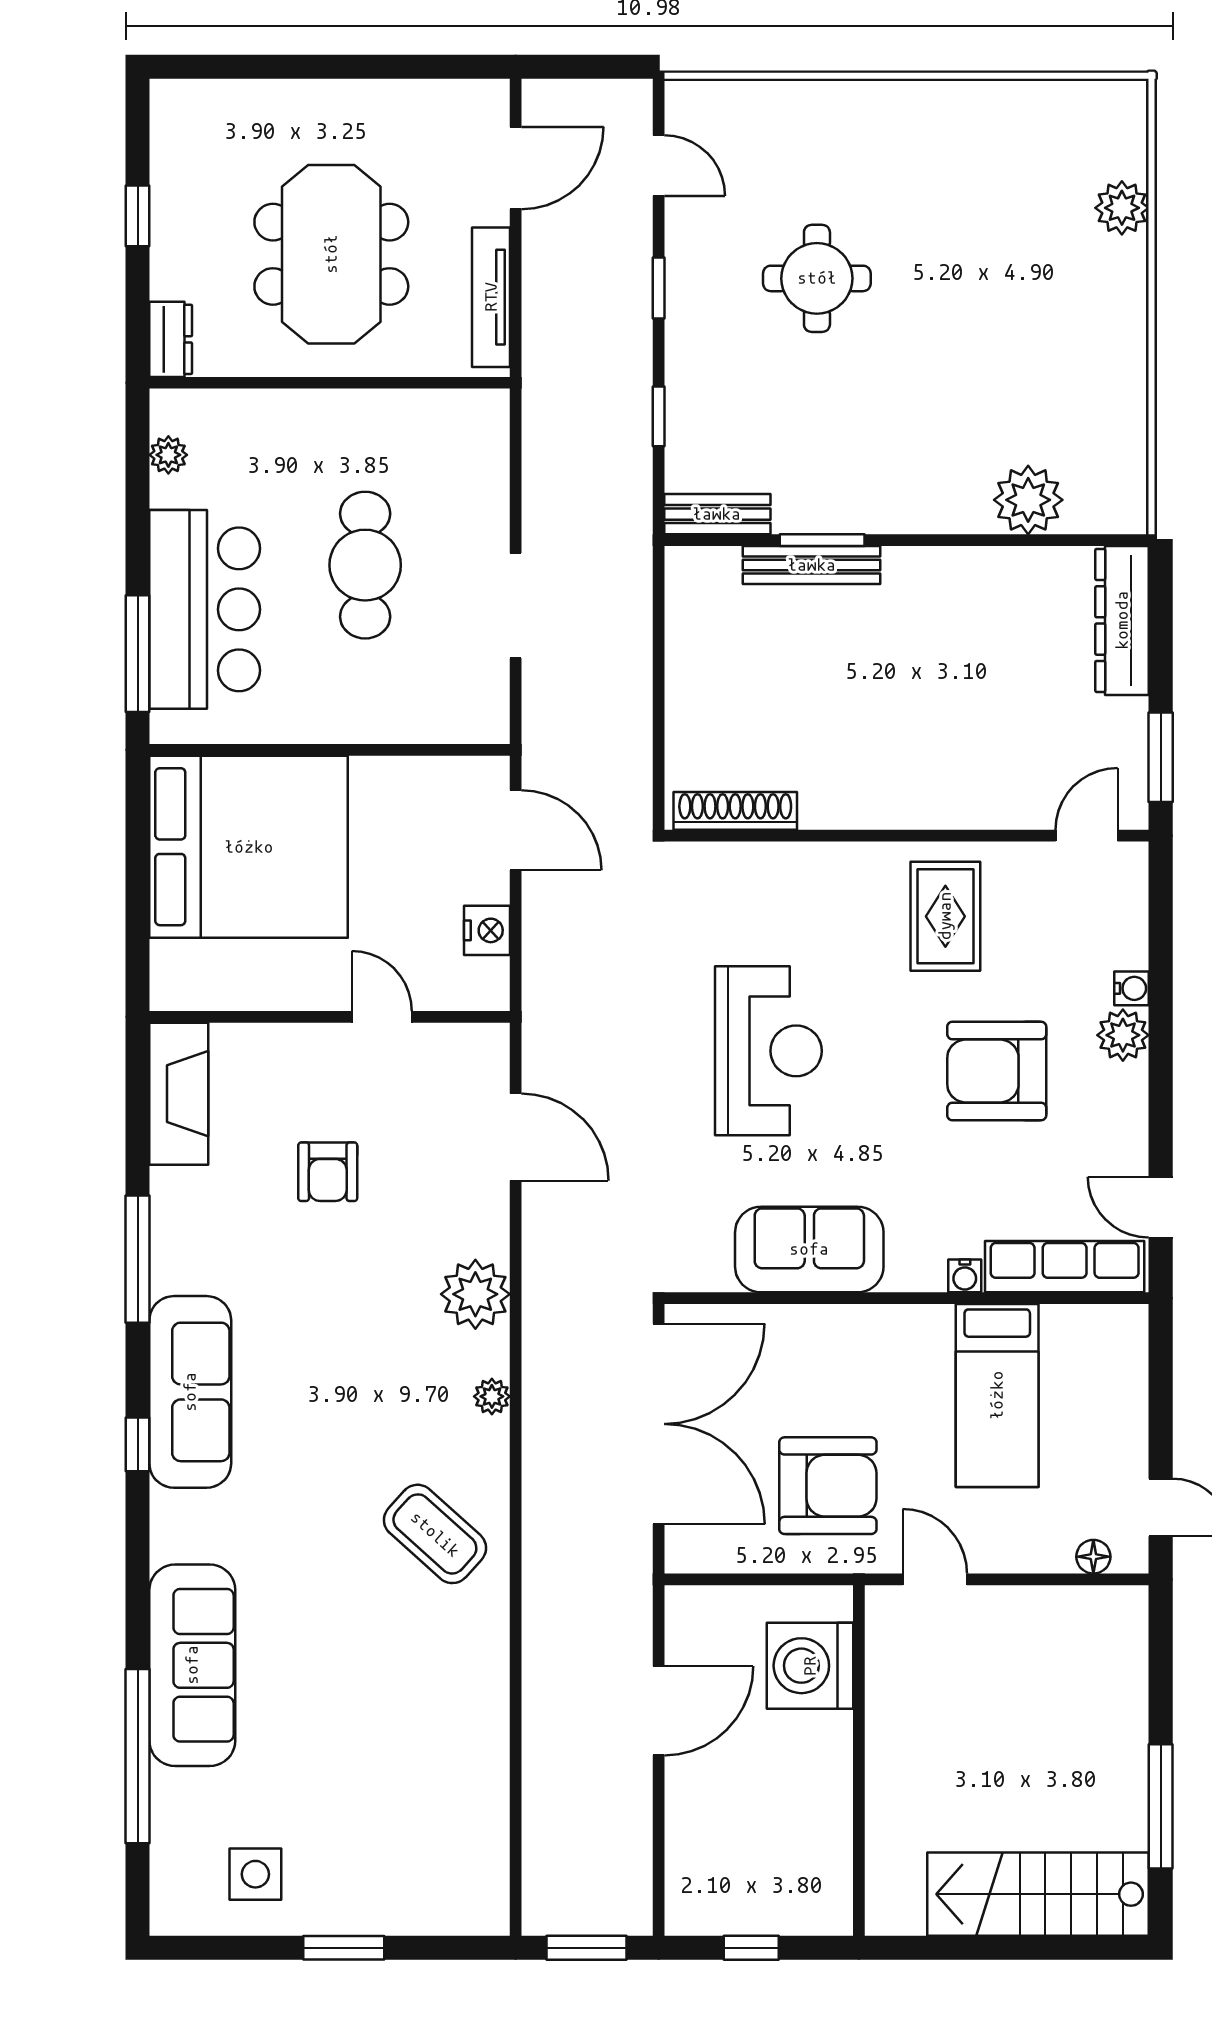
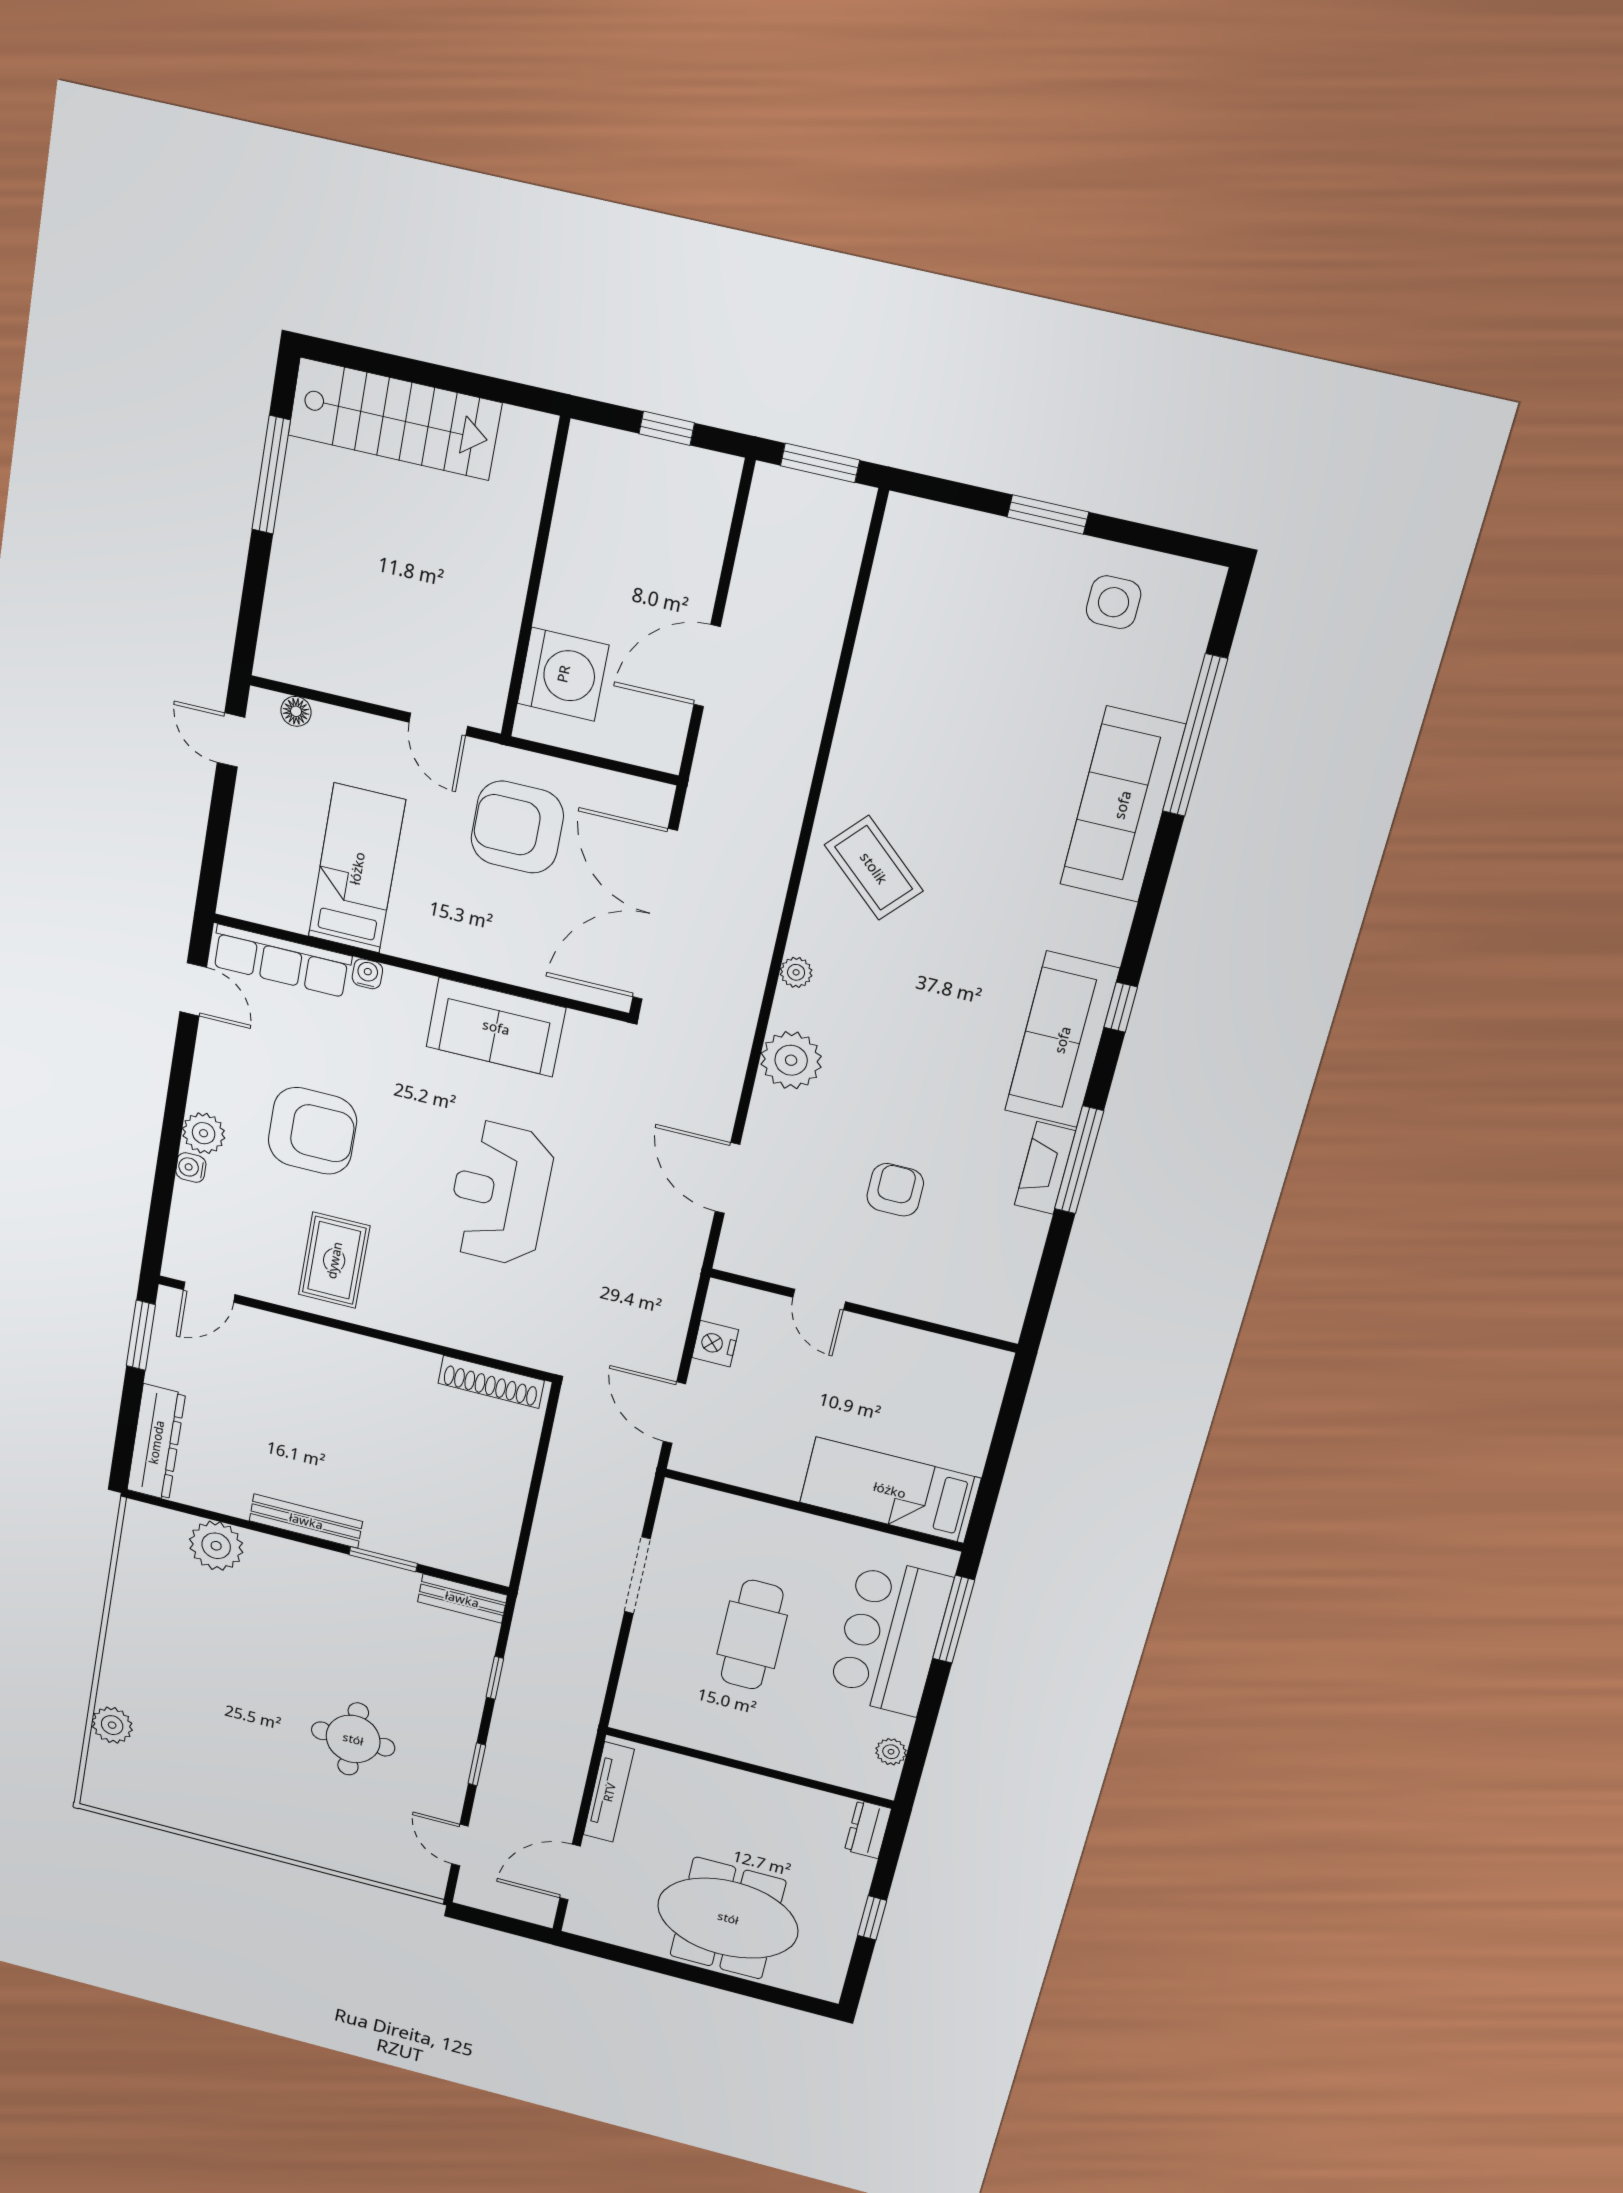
meeting table: (331, 254) -> (728, 1918), moved, turned 90
bench: (812, 565) -> (306, 1521), moved
bed: (249, 847) -> (890, 1490), width x0.49
fireplace: (179, 1094) -> (1045, 1168), moved, width x0.73, depth x0.76

